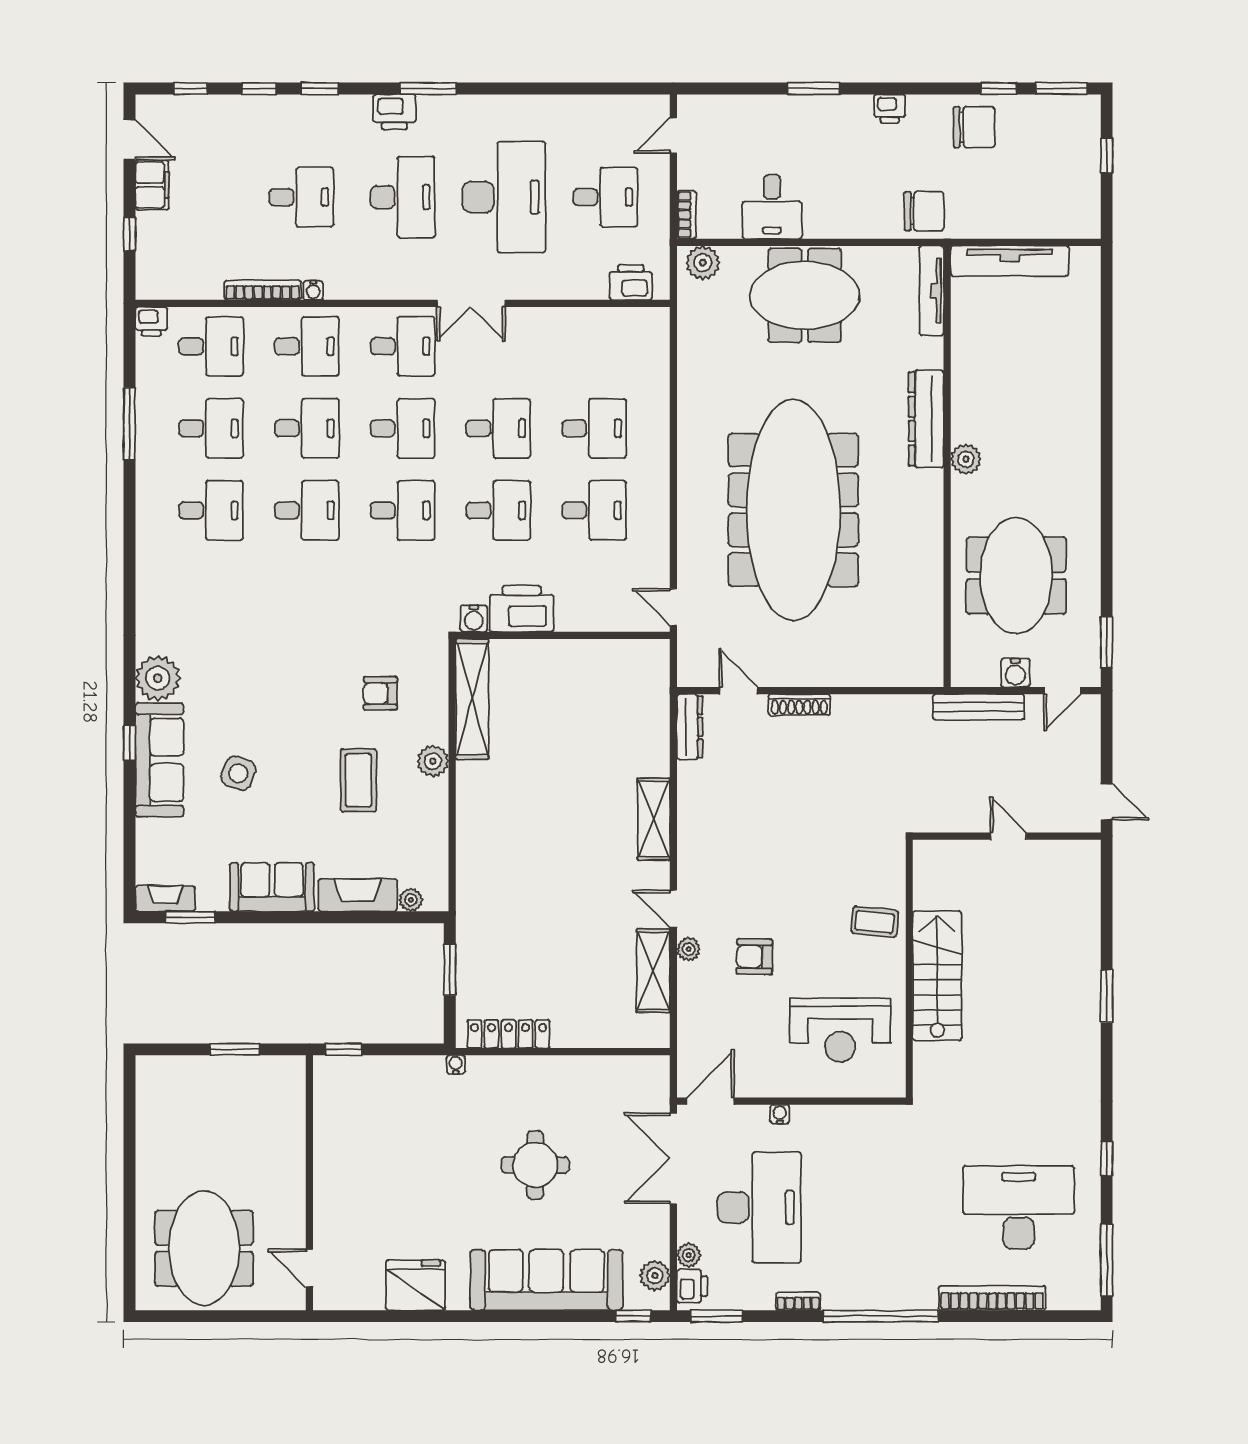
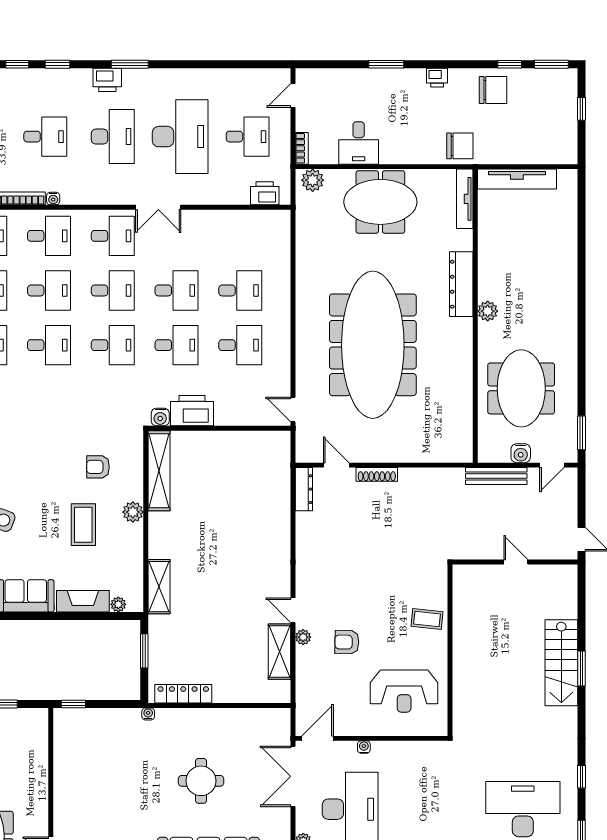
shelving: (654, 819) -> (159, 587), moved
stairs: (937, 976) -> (561, 663), moved, turned 180

